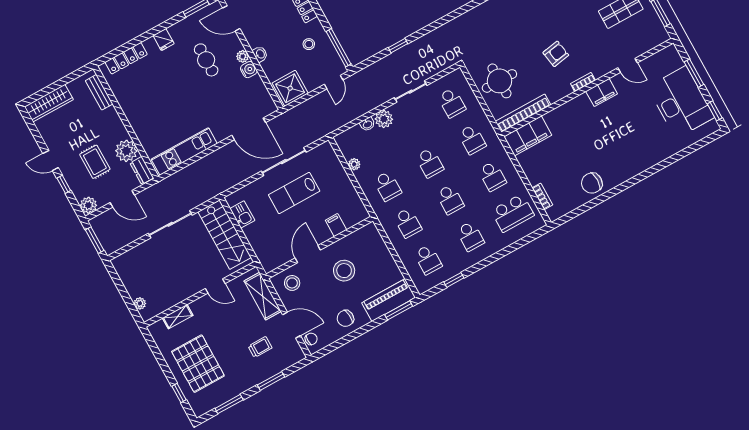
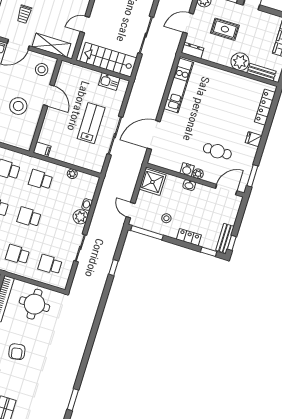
plant: (126, 151) -> (240, 62), moved
filing cabinet: (336, 225) -> (42, 149), moved

